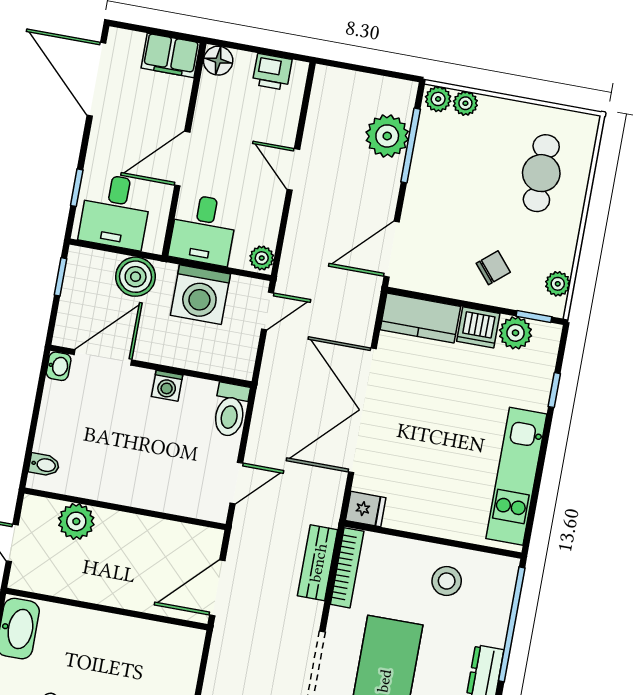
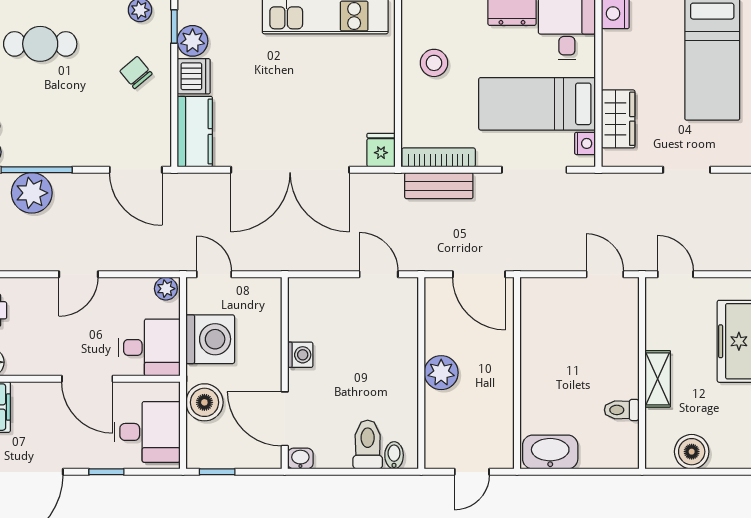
window: (77, 188) -> (106, 472), moved
toilet: (230, 410) -> (368, 445), moved, turned -90
plant: (76, 521) -> (441, 373), moved

